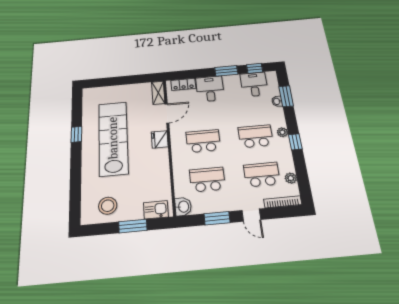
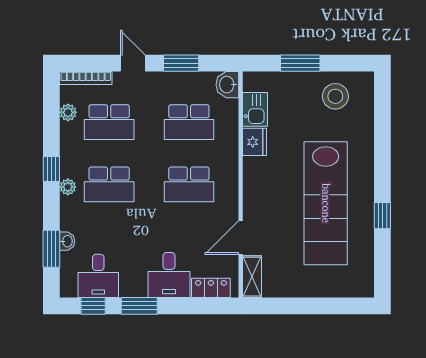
fridge: (160, 139) -> (255, 142), moved
kitchen sink: (156, 210) -> (255, 109), moved, turned -90

